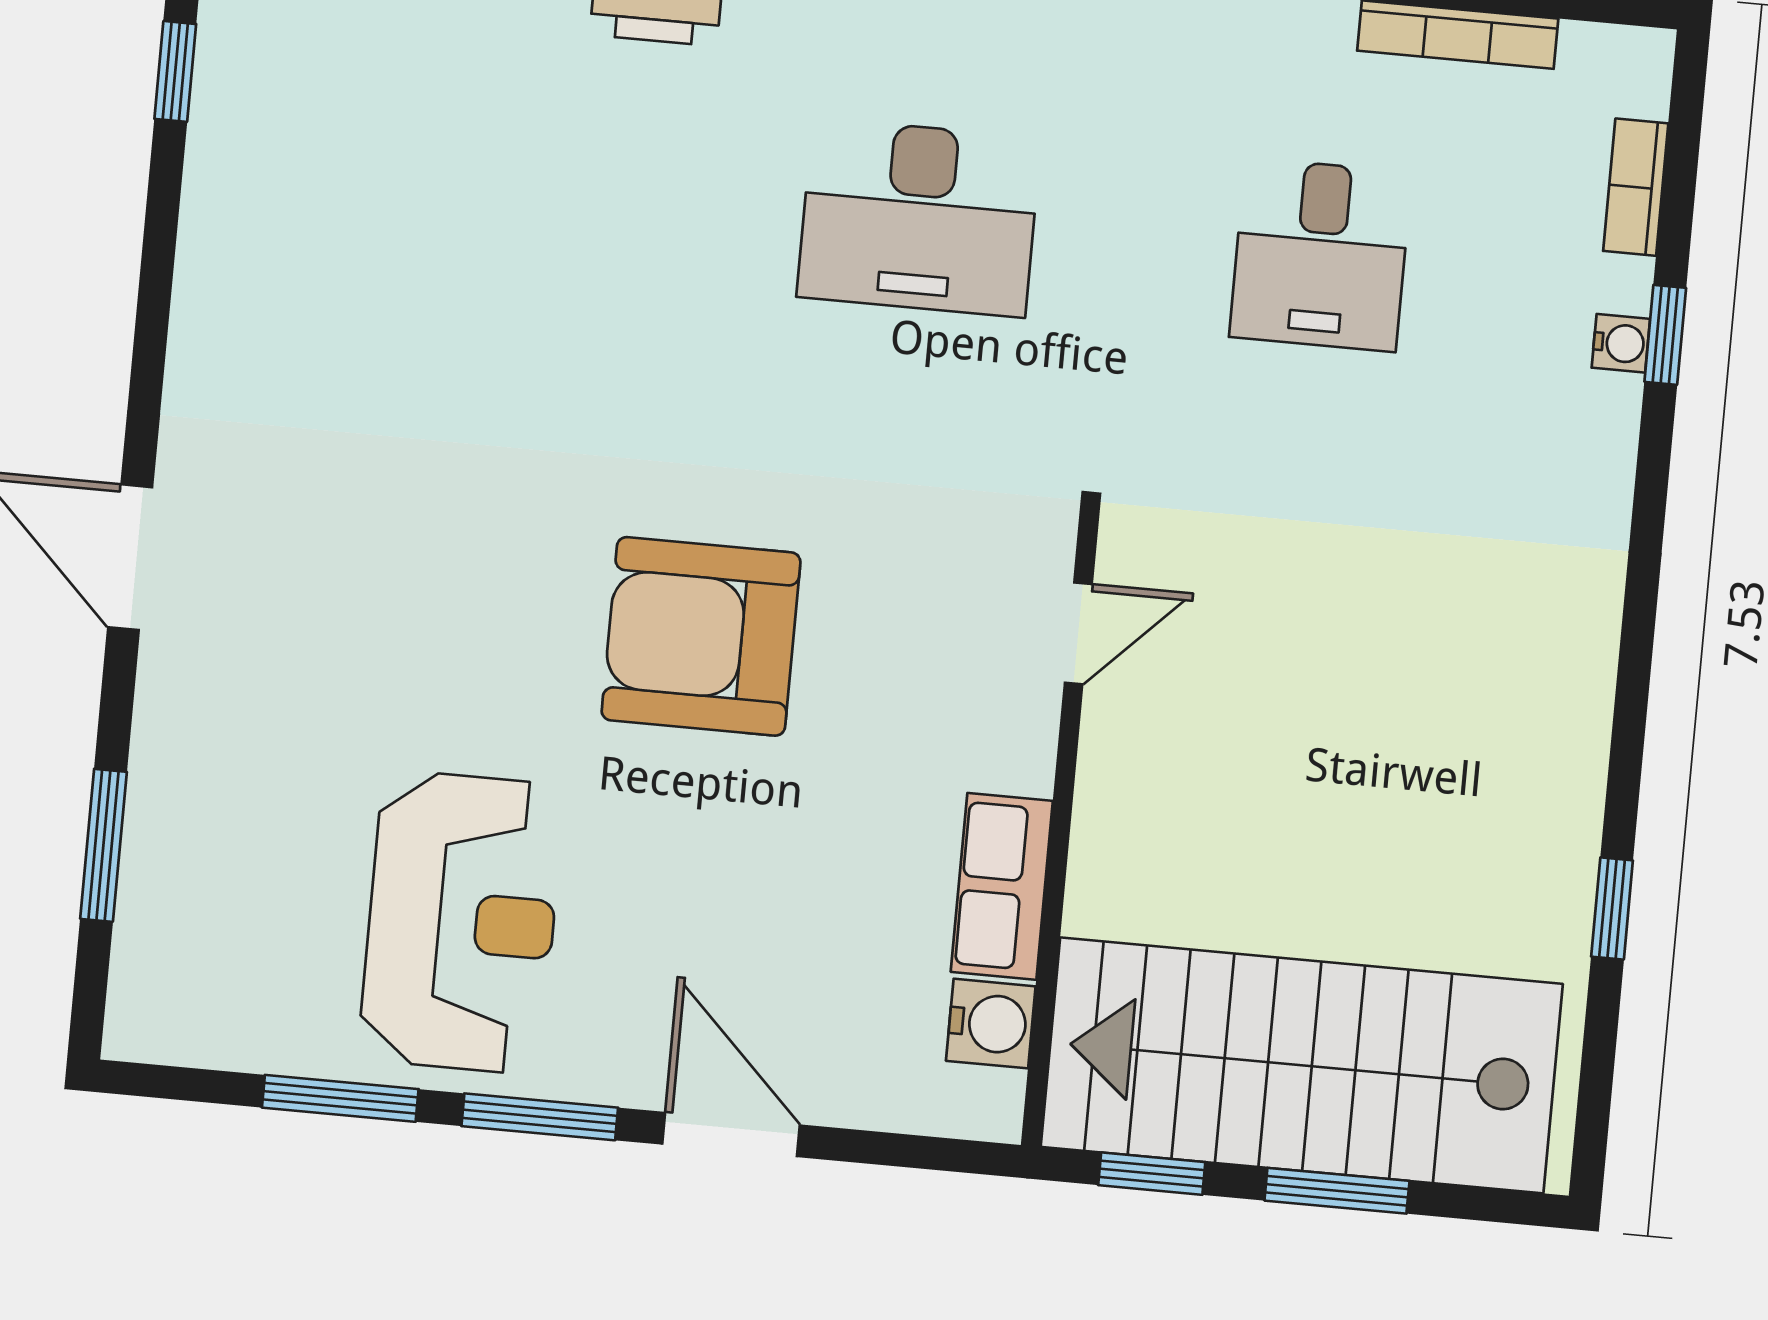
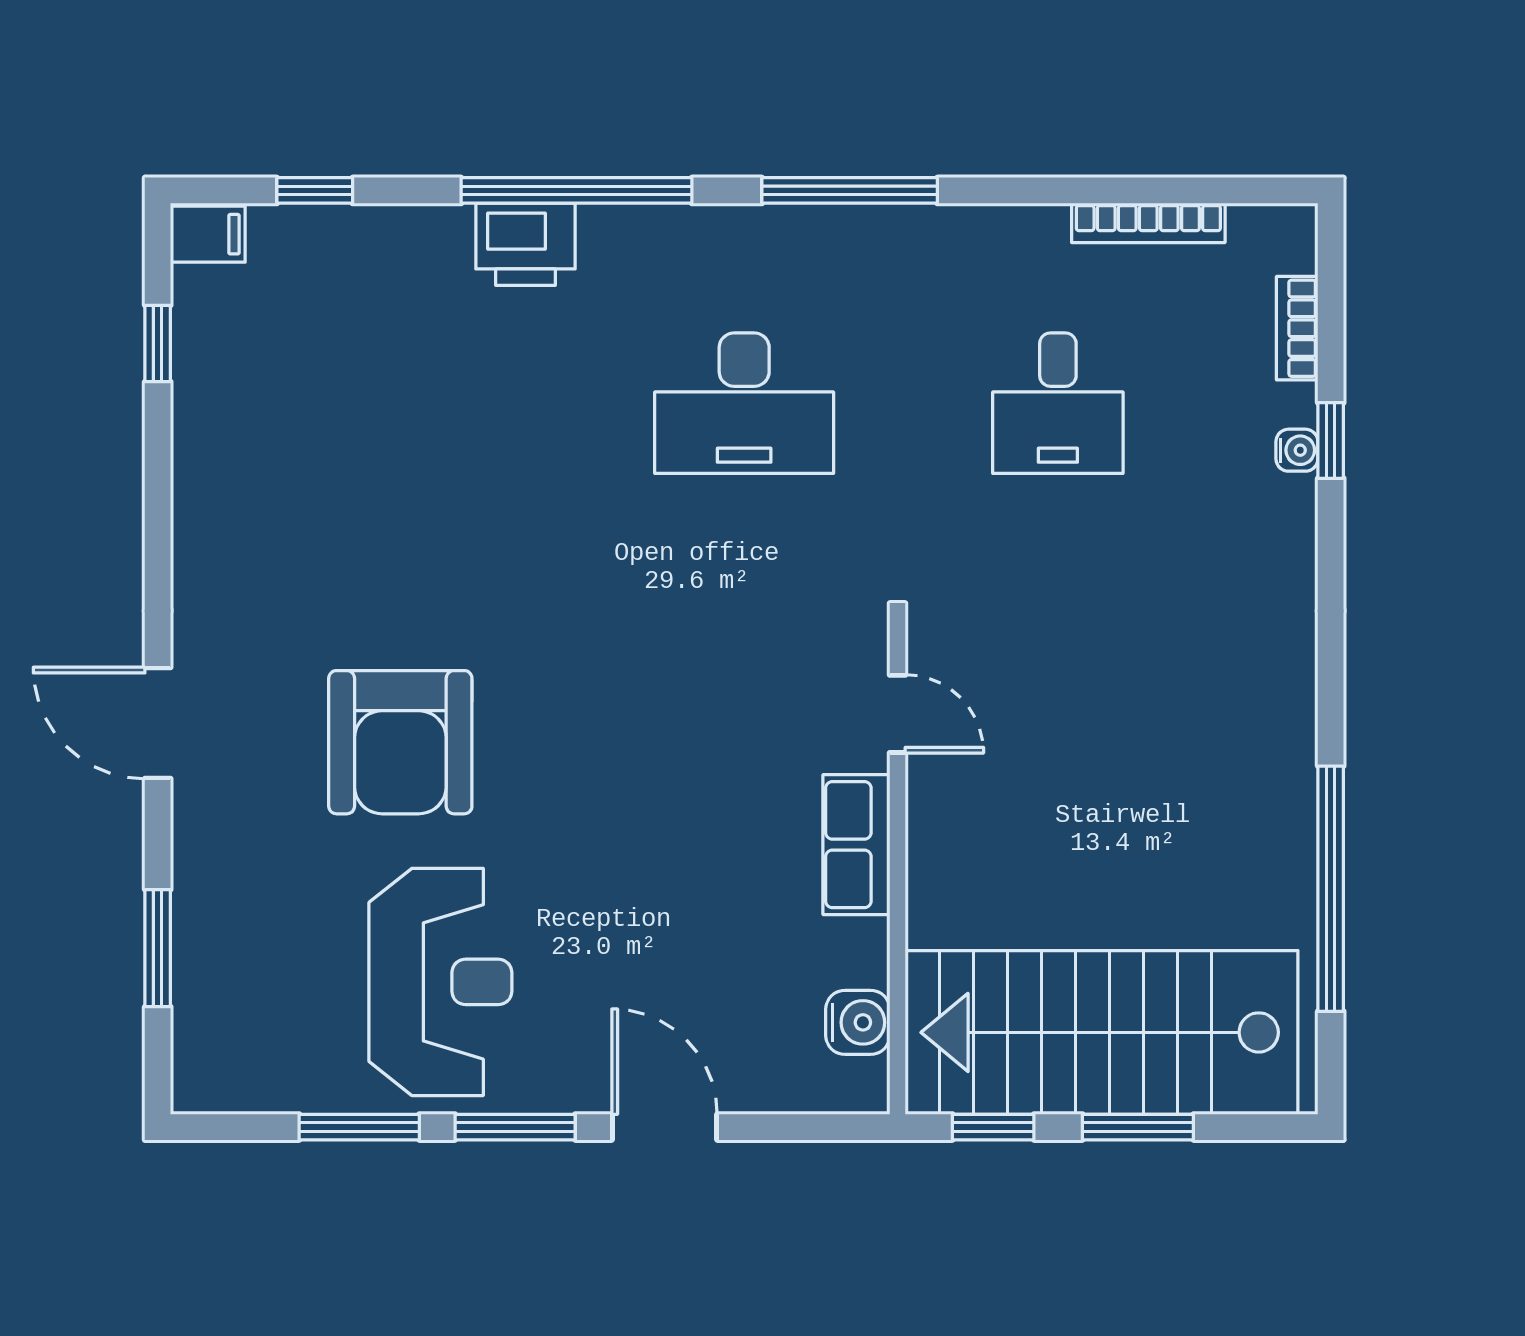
door: (1078, 633) -> (897, 714), hinge flipped
armchair: (701, 636) -> (400, 742), moved, turned -90
row of seats: (1002, 886) -> (856, 845), moved
window: (1612, 909) -> (1331, 889), width x3.17

